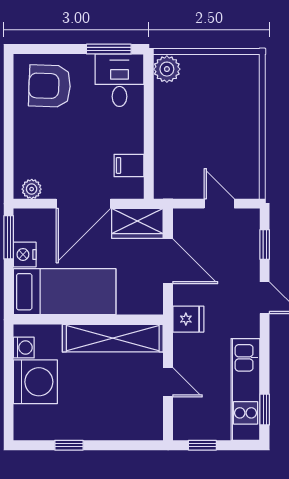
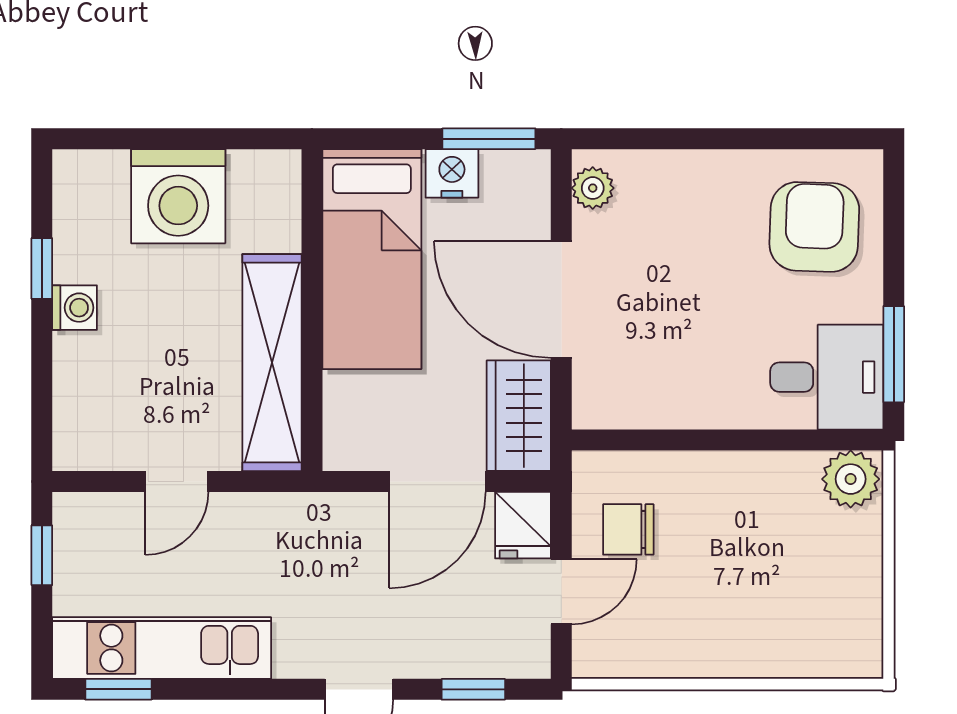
filing cabinet: (129, 165) -> (643, 397), removed
chair: (190, 172) -> (628, 529), added
fridge: (188, 319) -> (523, 525), moved
washing machine: (24, 348) -> (75, 308), moved, turned -90

